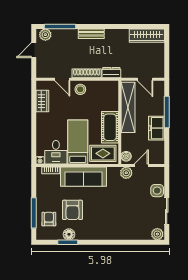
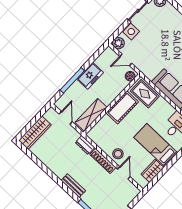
wardrobe: (147, 36) -> (35, 133), moved, turned 90
shelving: (128, 107) -> (91, 115), width x0.68
bed: (78, 142) -> (156, 145), moved, turned 90
plant: (126, 173) -> (118, 43), moved

